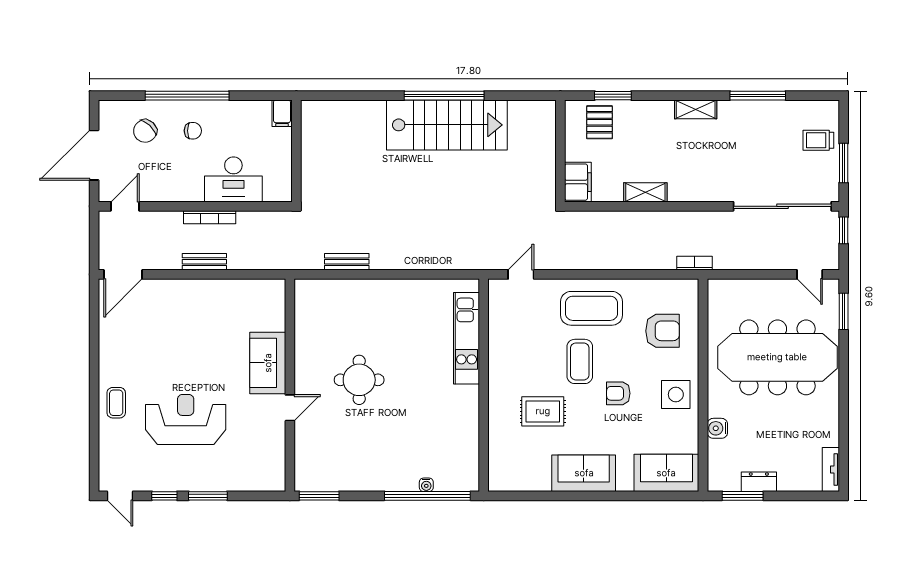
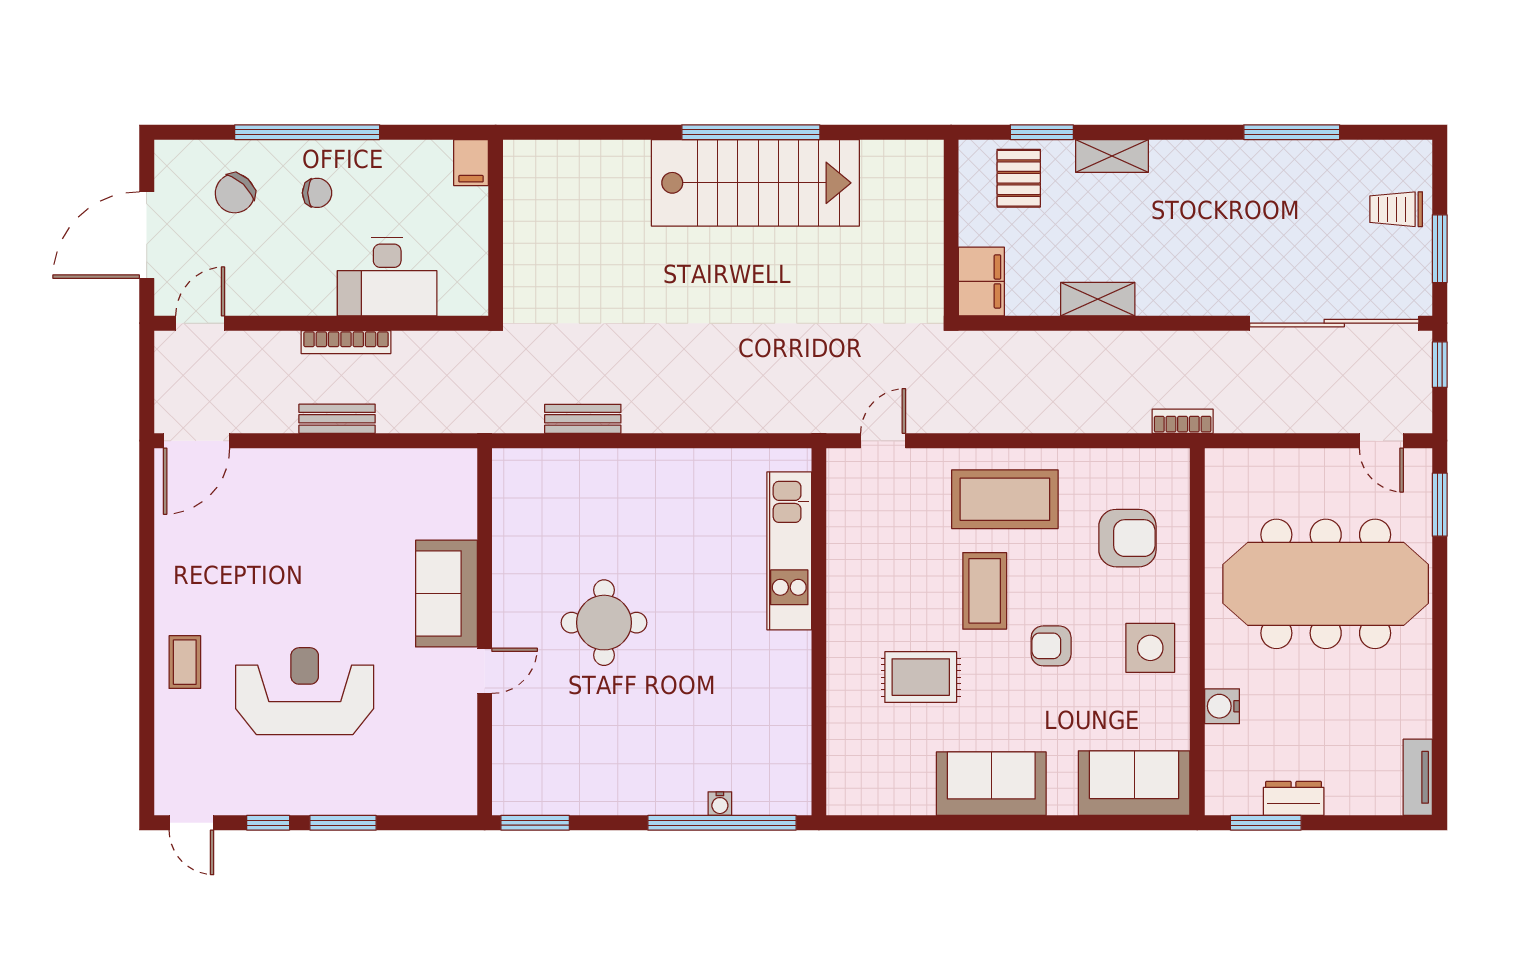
shelving: (696, 109) -> (1112, 156), moved

